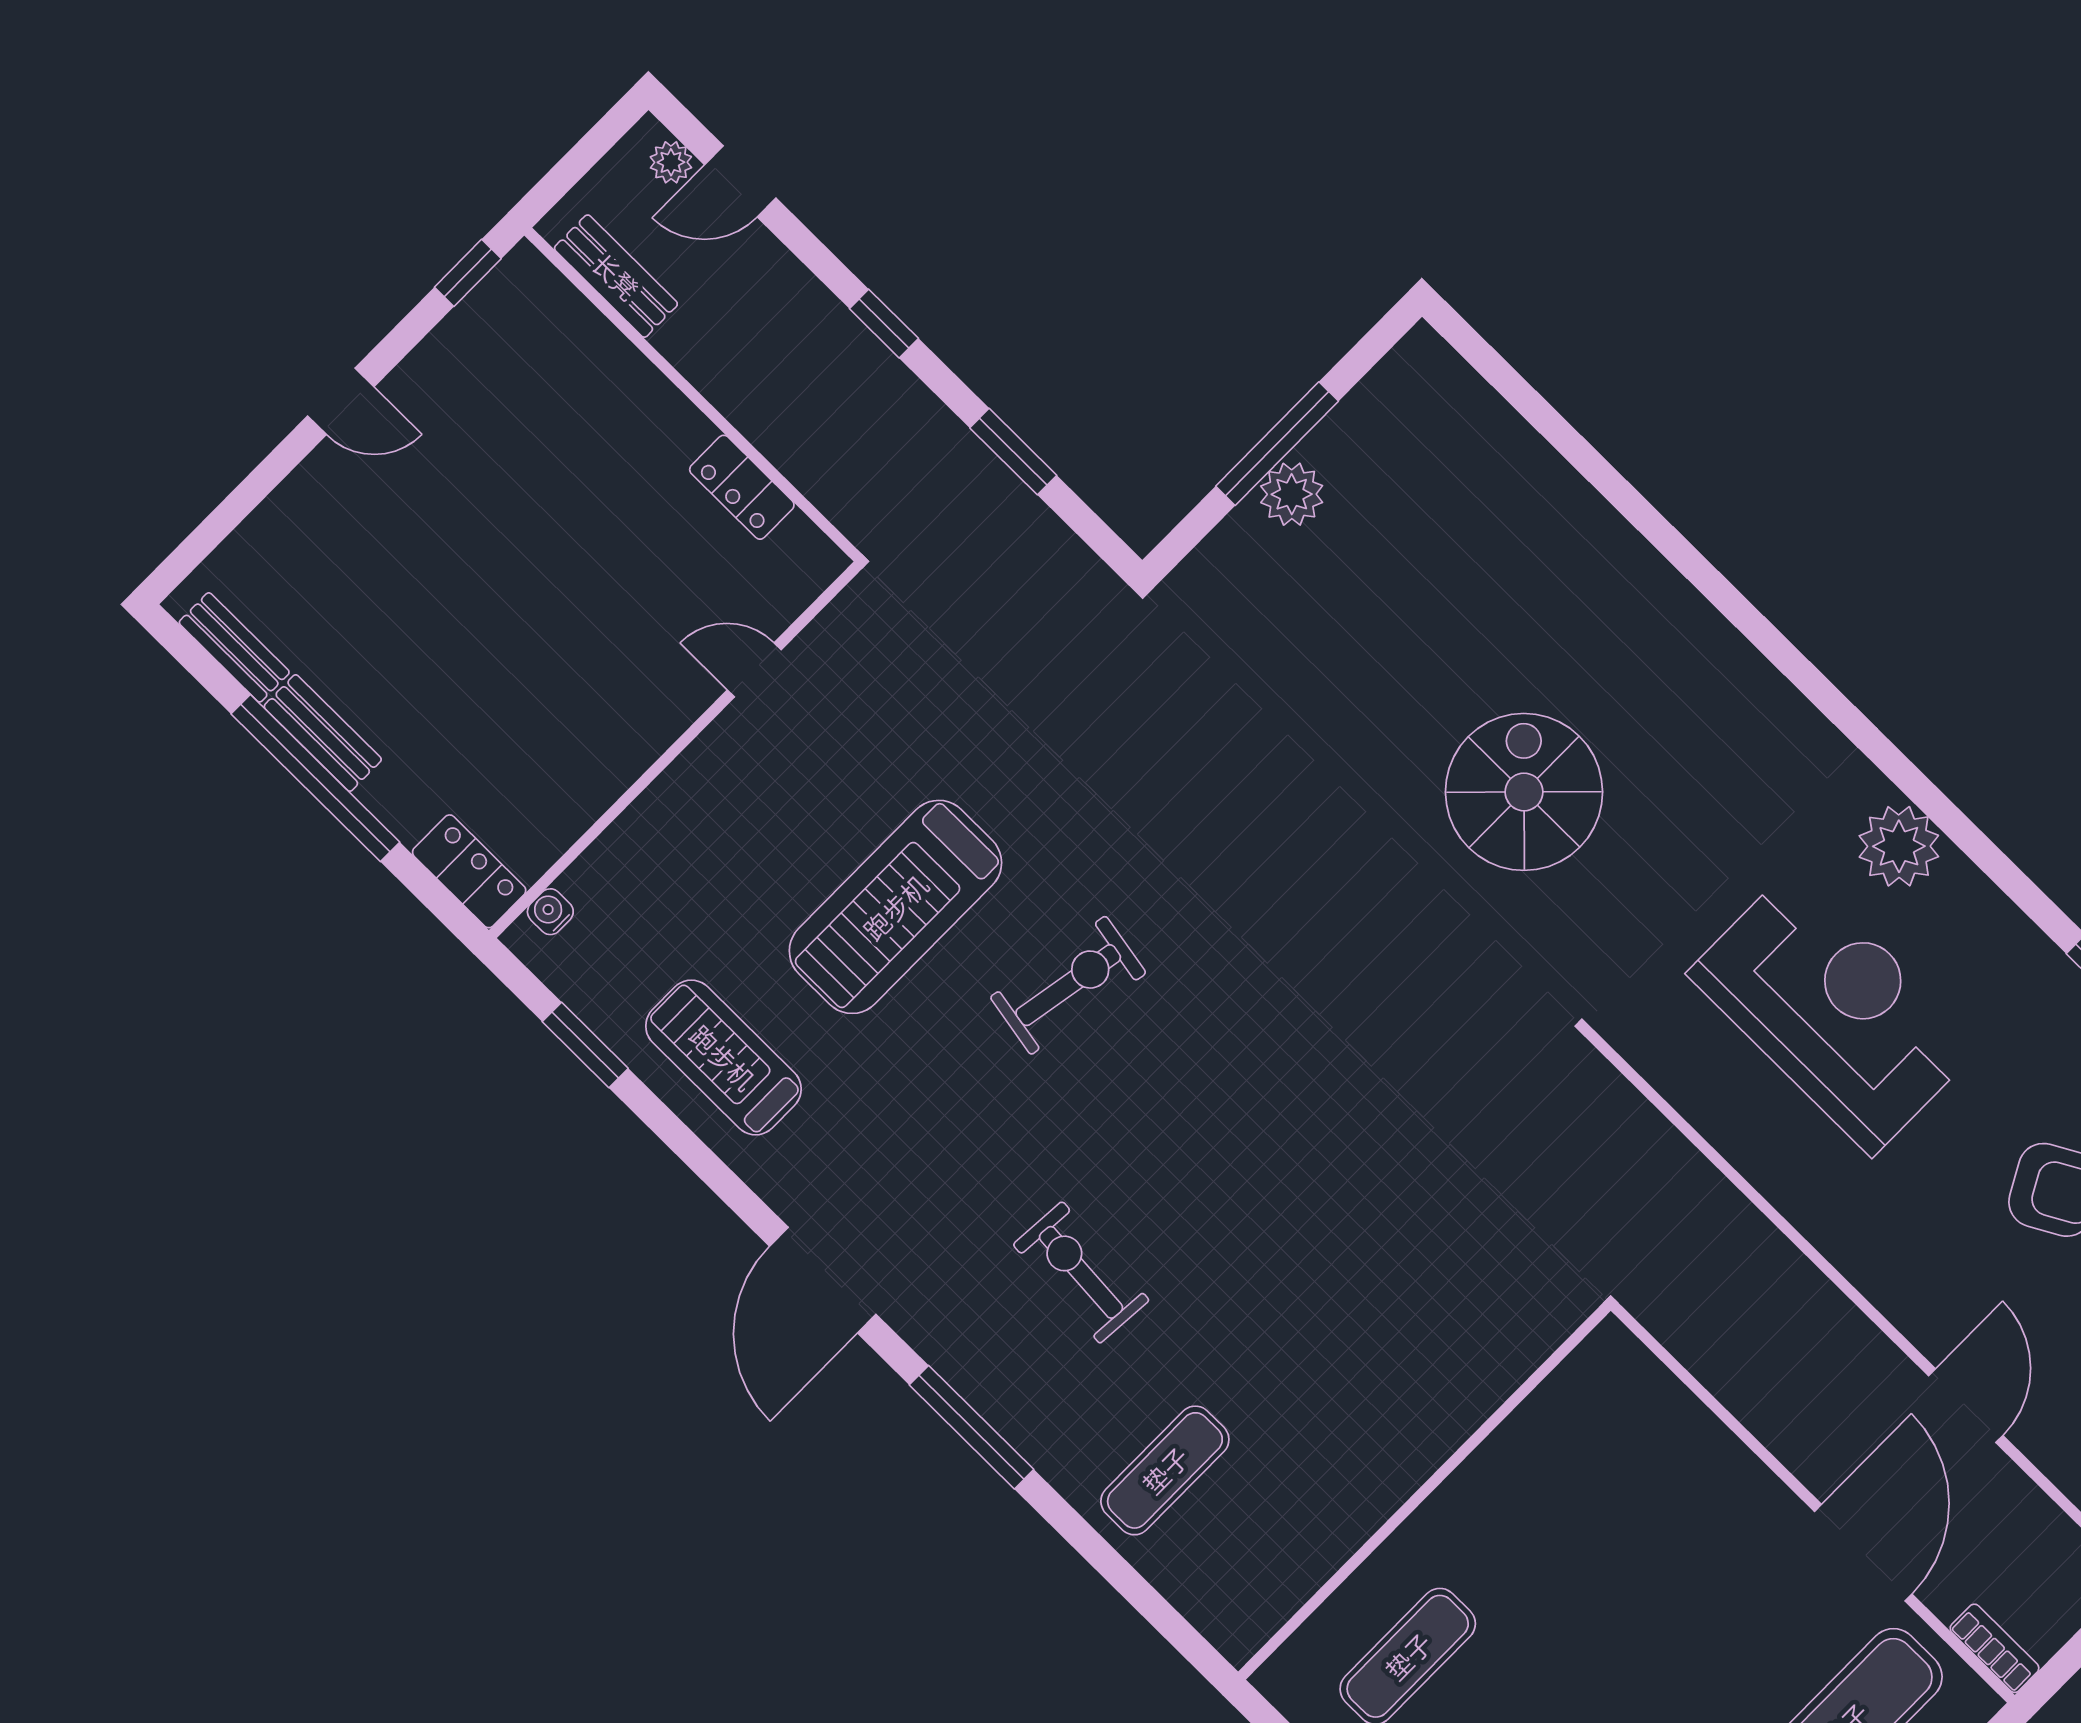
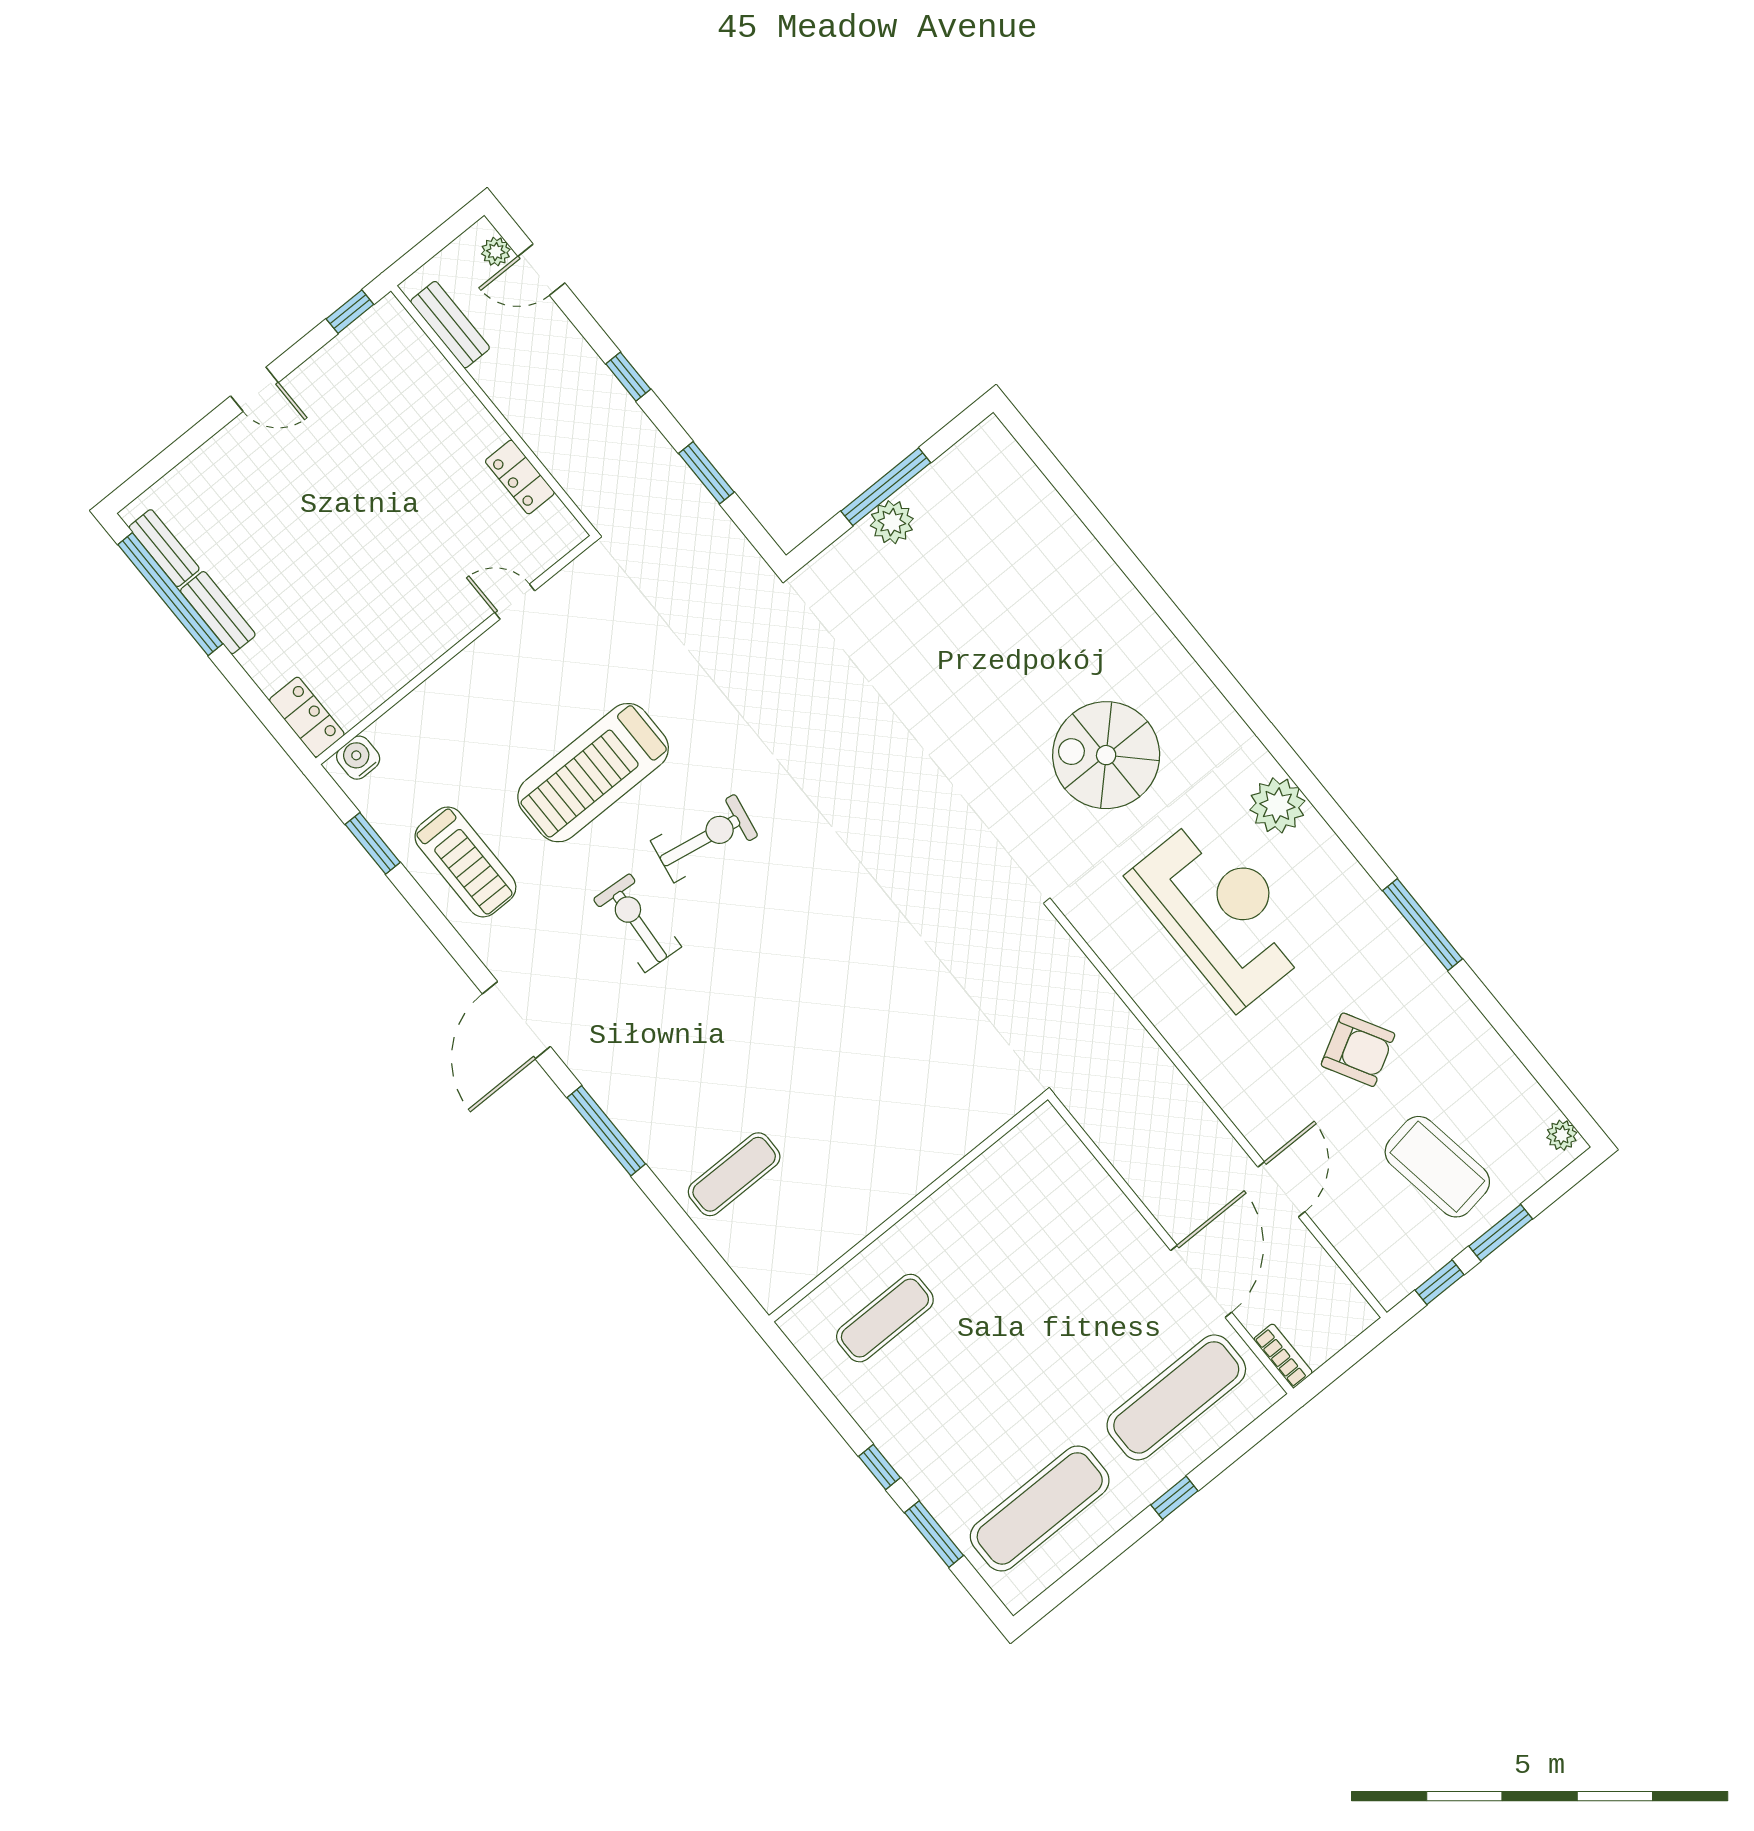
window: (315, 778) -> (170, 594), moved
spiral stairs: (1524, 792) -> (1106, 755), moved, turned -90
water cooler: (550, 912) -> (358, 758), width x1.38, depth x1.38
treadmill: (723, 1057) -> (465, 862), turned 180
exercise bike: (1081, 1272) -> (637, 923), moved

